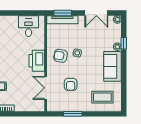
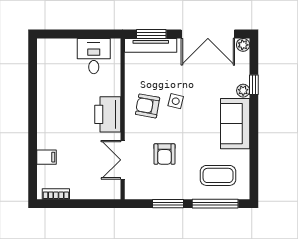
double door: (96, 13) -> (208, 34), width x1.37
window: (101, 114) -> (215, 204), added

